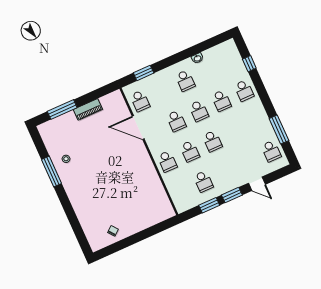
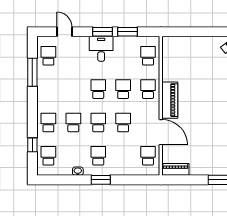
school desk: (230, 60) -> (48, 156), added
window: (144, 73) -> (101, 180), moved
piano: (88, 109) -> (175, 169), moved
piano: (143, 160) -> (170, 100), added
desk: (226, 179) -> (101, 49), added
school desk: (203, 182) -> (148, 56), moved
door: (257, 184) -> (64, 32), moved

